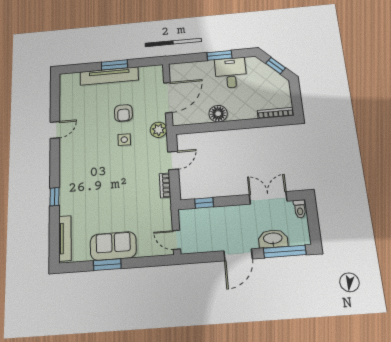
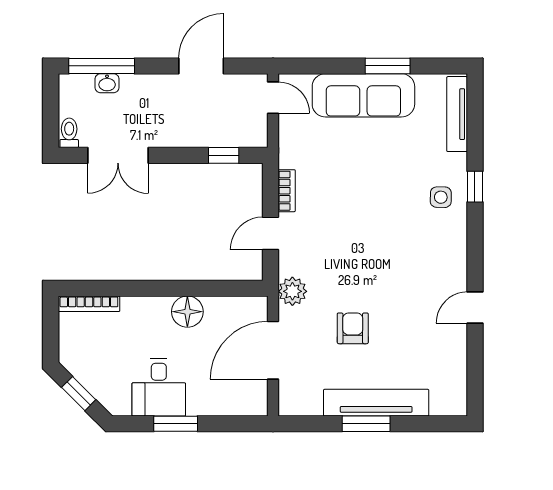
side table: (124, 140) -> (441, 197), moved
washbasin: (273, 239) -> (107, 83), width x0.52, depth x0.69
sofa: (113, 246) -> (363, 95), width x1.36
door: (238, 255) -> (201, 66), moved

